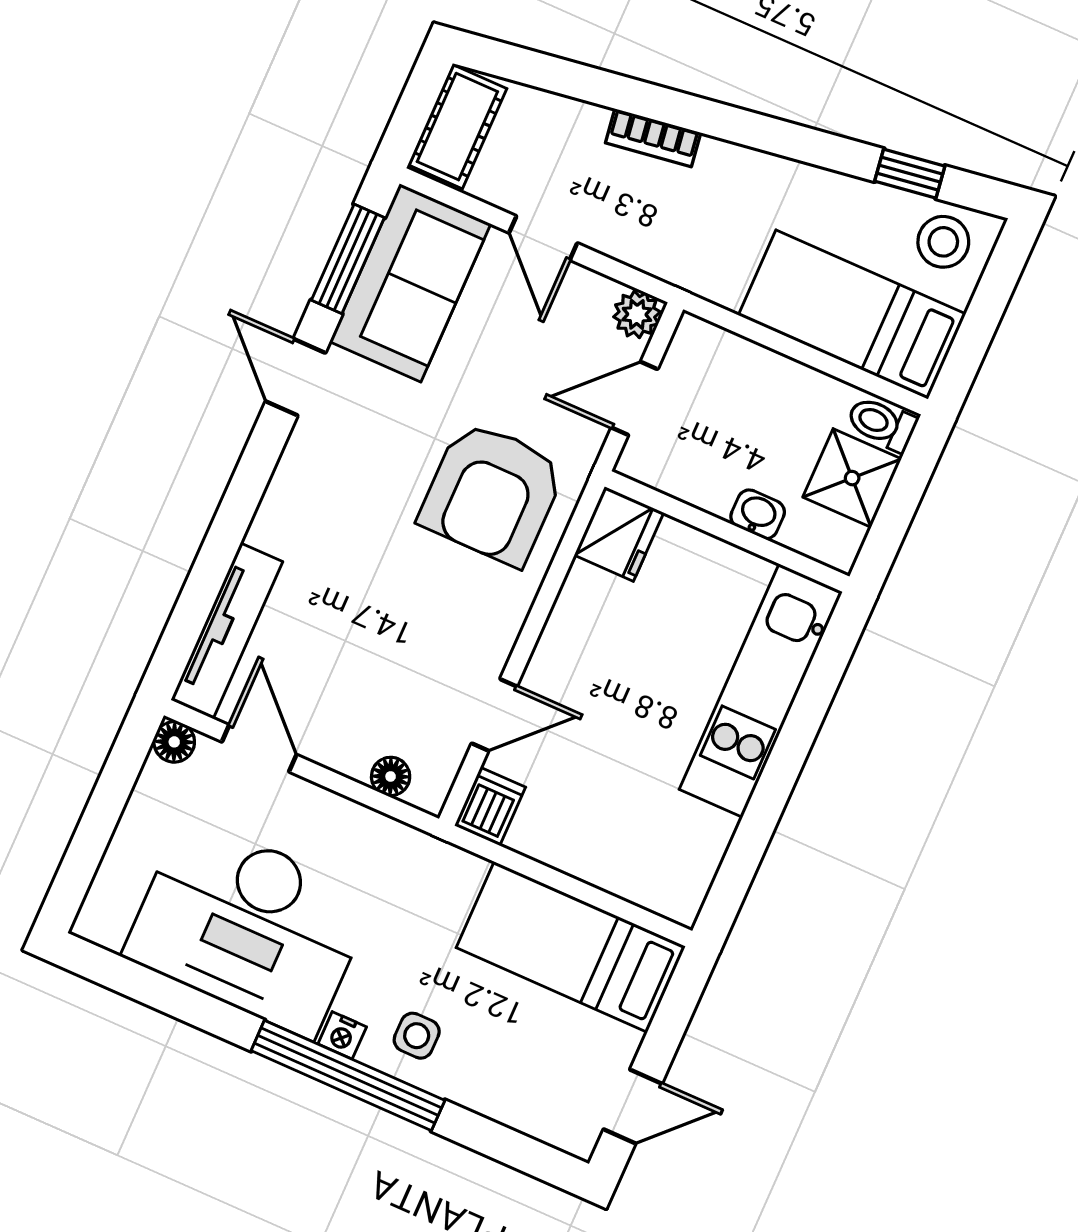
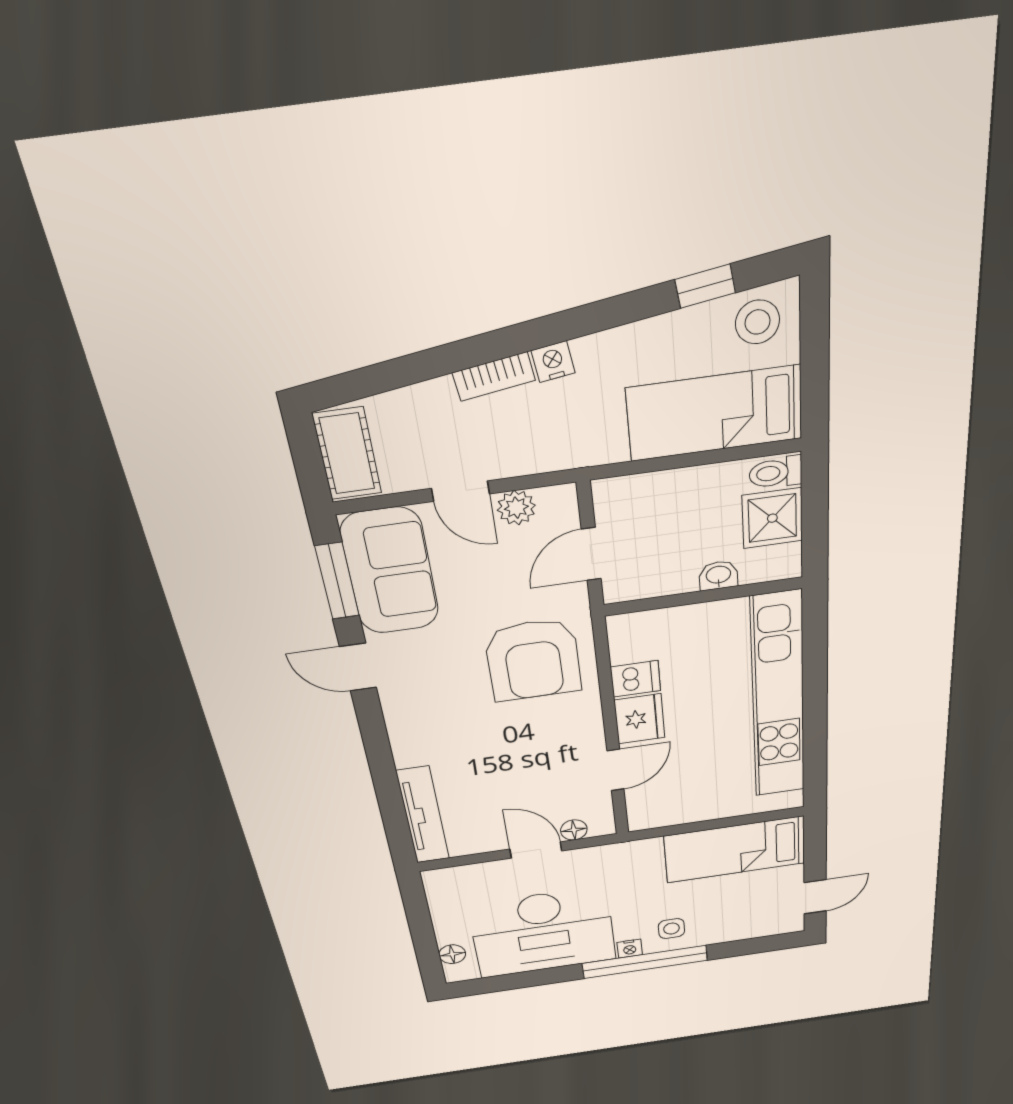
nightstand: (720, 159) -> (553, 362), added
plant: (637, 314) -> (516, 508), moved
fridge: (619, 534) -> (640, 719), moved
kitchen unit: (761, 691) -> (778, 697), width x1.36
floor lamp: (174, 742) -> (452, 954), moved
door: (259, 748) -> (536, 850), moved
dishwasher: (490, 806) -> (635, 679), moved, turned 90

